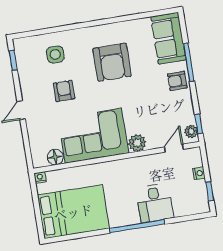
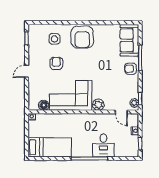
armchair: (112, 62) -> (82, 37), moved
door: (174, 148) -> (121, 112), swing flipped
bed: (73, 212) -> (50, 147), width x0.67

